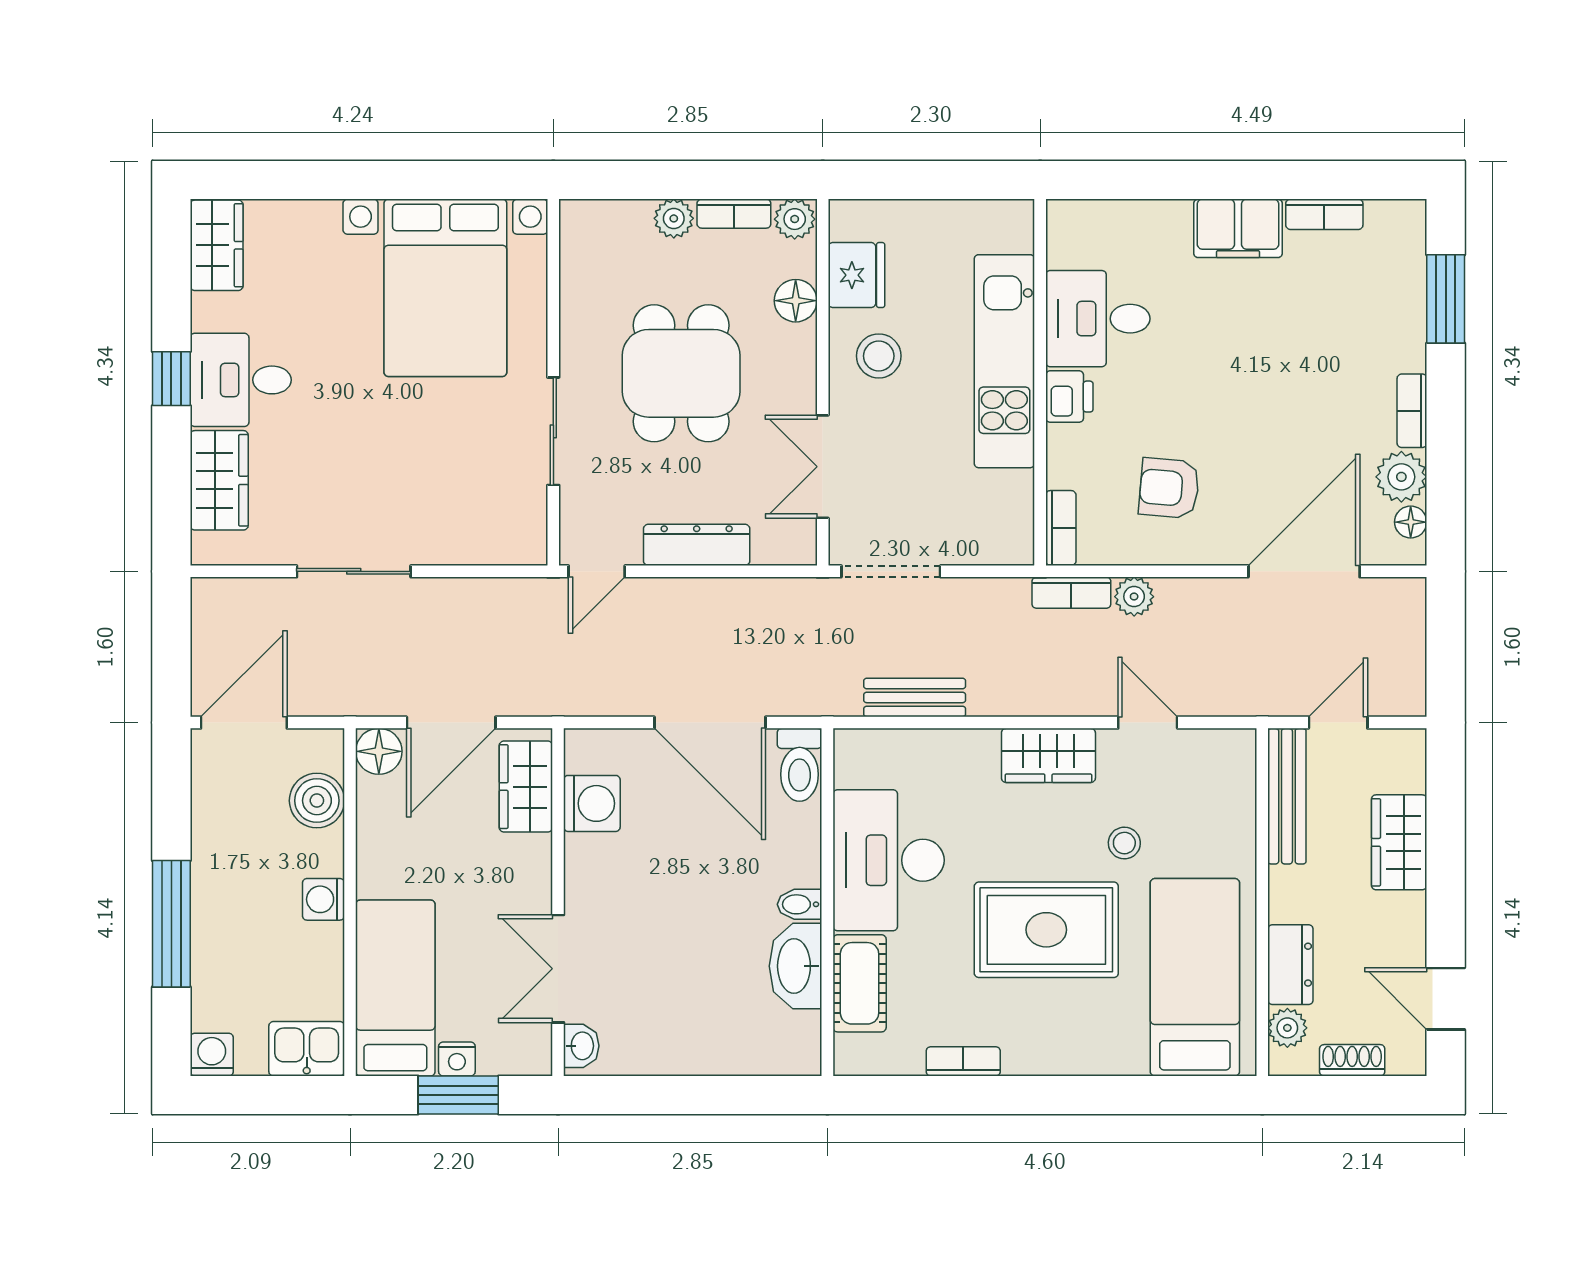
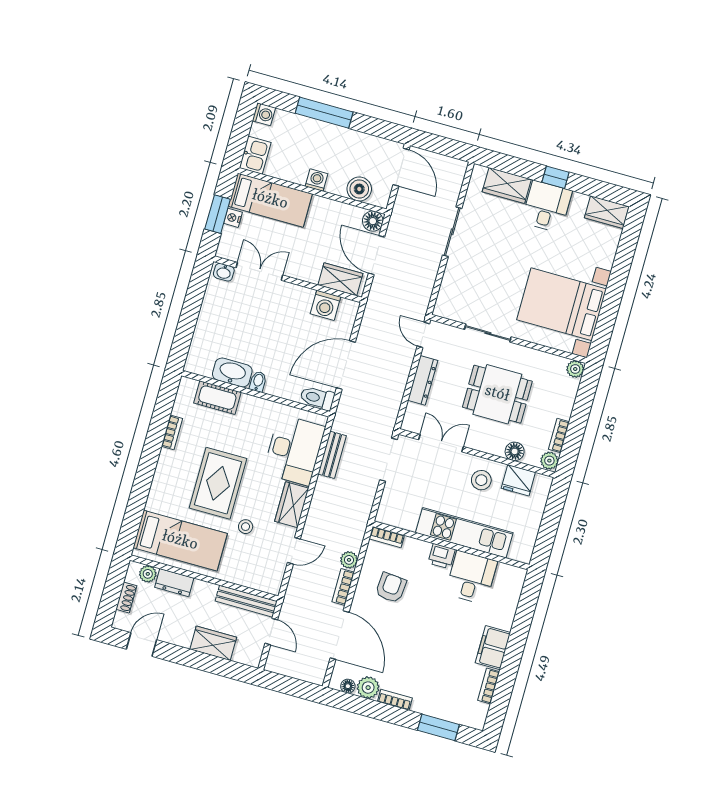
plant: (674, 218) -> (575, 369), moved
bookcase: (1071, 593) -> (343, 587), moved
desk: (889, 860) -> (294, 450), moved, turned 90

